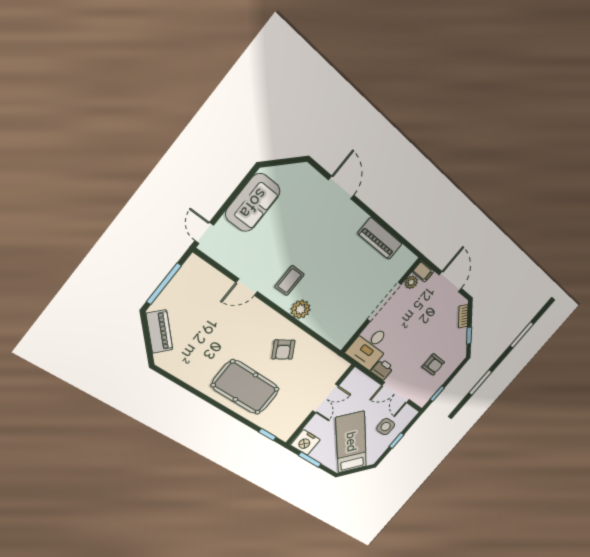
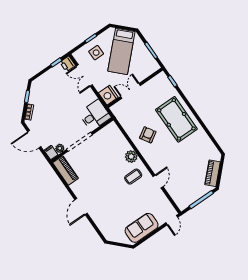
door: (341, 188) -> (81, 207), moved
piano: (380, 239) -> (65, 171), moved
door: (450, 282) -> (34, 139), hinge flipped
door: (247, 287) -> (158, 181), hinge flipped
armchair: (433, 364) -> (55, 85), removed
printer: (382, 369) -> (68, 64), moved
double door: (396, 393) -> (84, 75), swing flipped
nightstand: (305, 442) -> (108, 95), moved, turned 180

